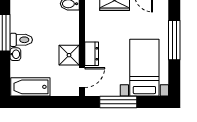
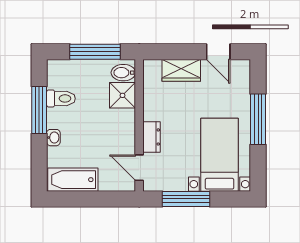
toilet: (21, 40) -> (61, 98), moved
shower: (69, 55) -> (122, 95), moved
door: (82, 78) -> (139, 168), swing flipped

